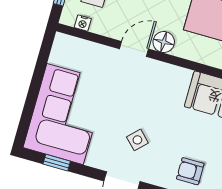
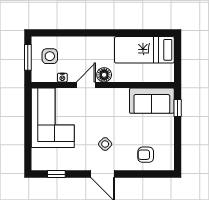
nightstand: (83, 23) -> (62, 78), moved
corner sofa: (65, 114) -> (53, 118), moved

